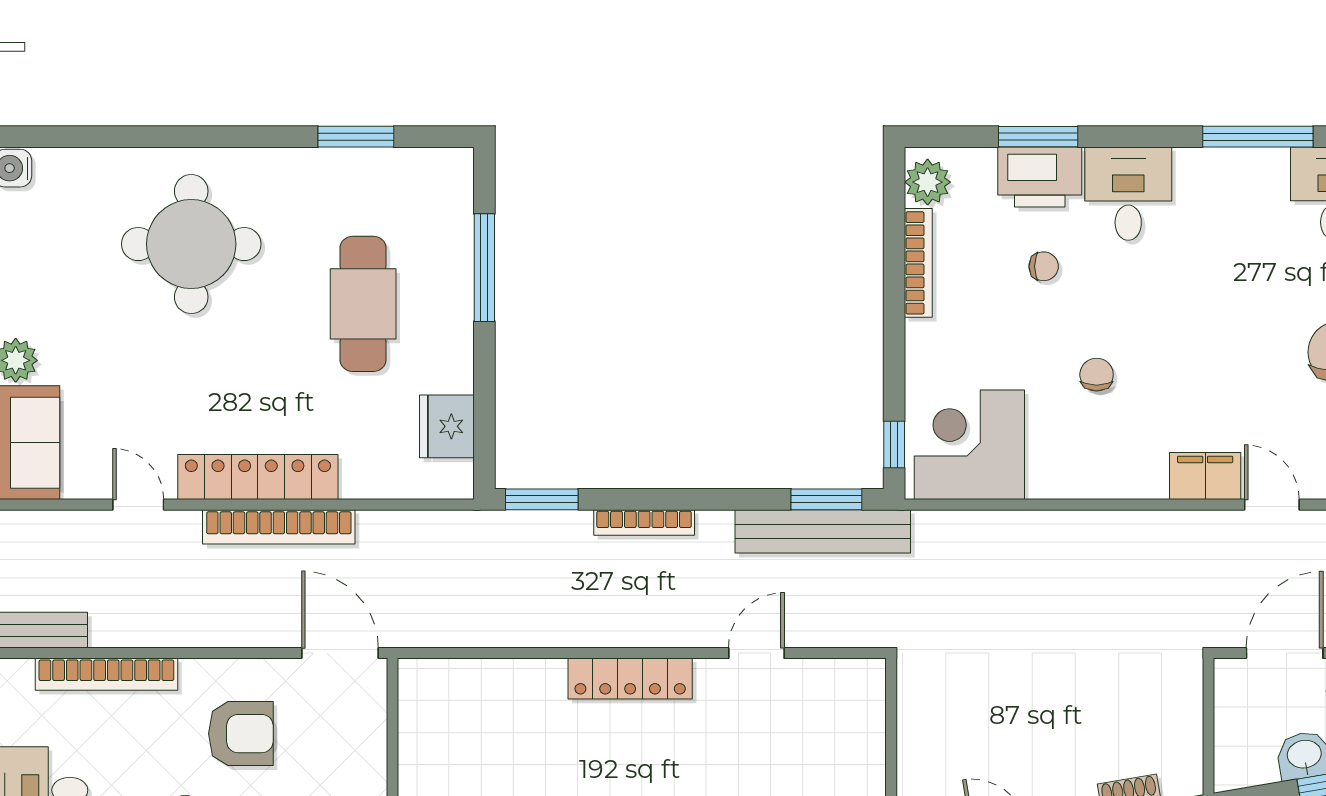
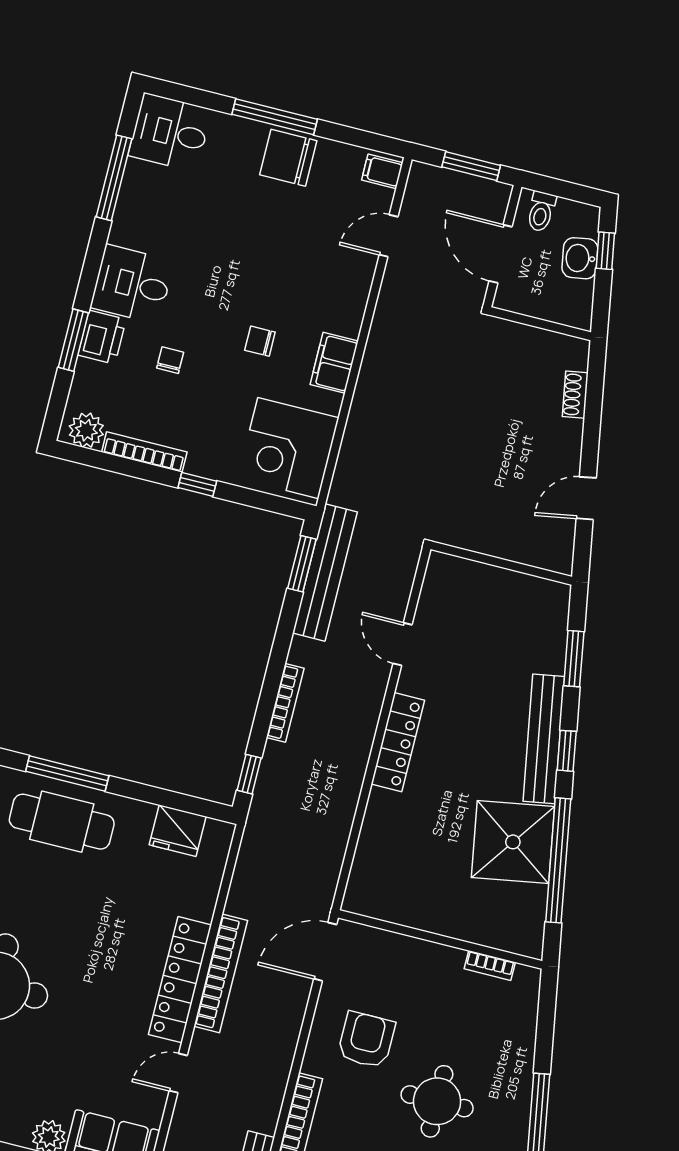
printer: (1040, 177) -> (102, 337), width x0.73, depth x0.84
cafe table: (363, 304) -> (62, 822), moved
window: (894, 445) -> (197, 484), moved
filing cabinet: (1205, 476) -> (334, 363), moved
window: (542, 499) -> (249, 774), width x0.67

